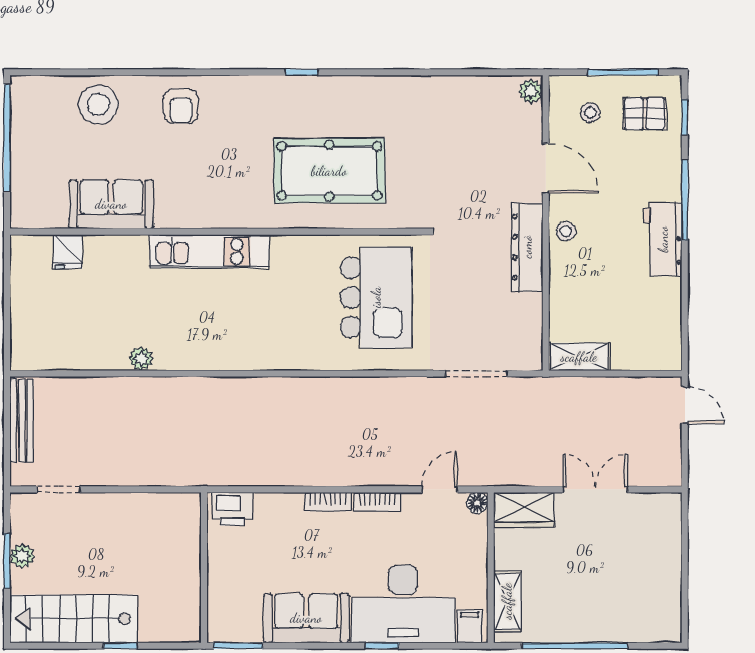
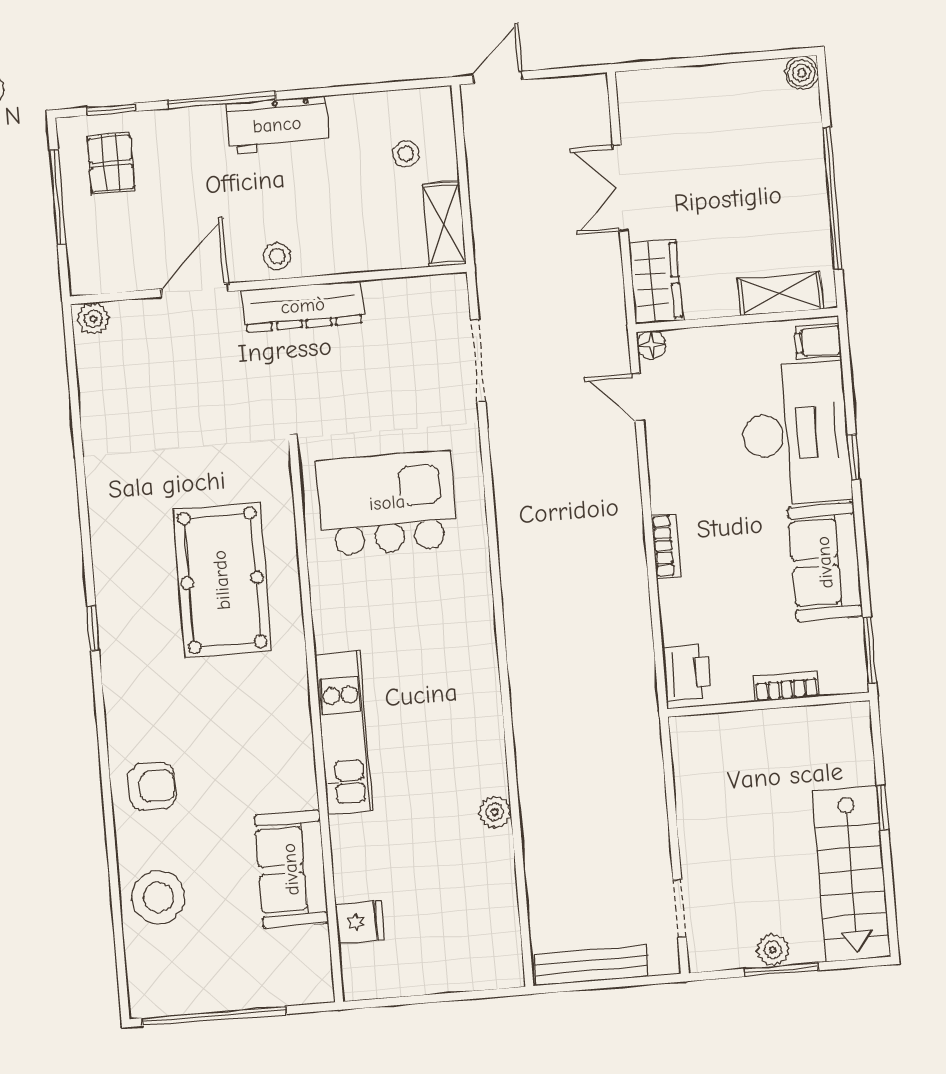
stool: (590, 113) -> (406, 154), moved
bookcase: (377, 502) -> (786, 686), moved, turned -90
boiler: (670, 631) -> (802, 73), added

